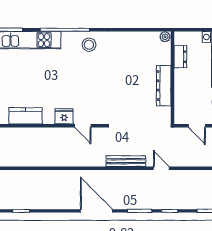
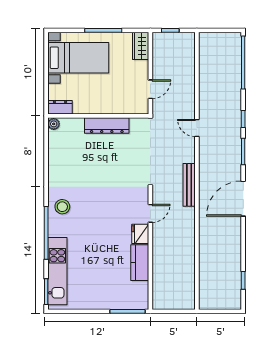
dresser: (180, 57) -> (60, 107), moved
kitchen counter: (26, 116) -> (140, 263), moved
bench: (126, 161) -> (189, 185), moved
door: (161, 168) -> (197, 128), hinge flipped

